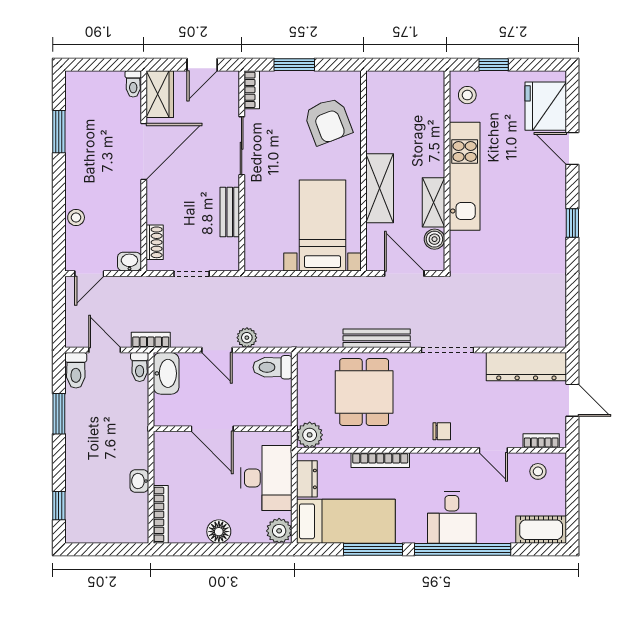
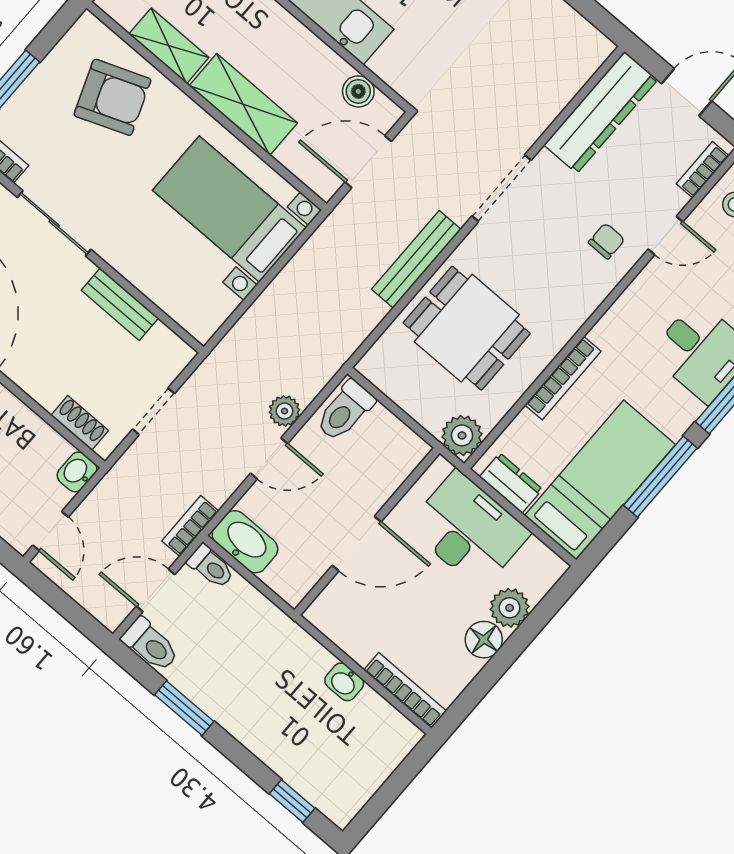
shelving: (434, 202) -> (169, 46), moved
chair: (442, 431) -> (607, 241), moved
plant: (279, 531) -> (510, 608), moved

